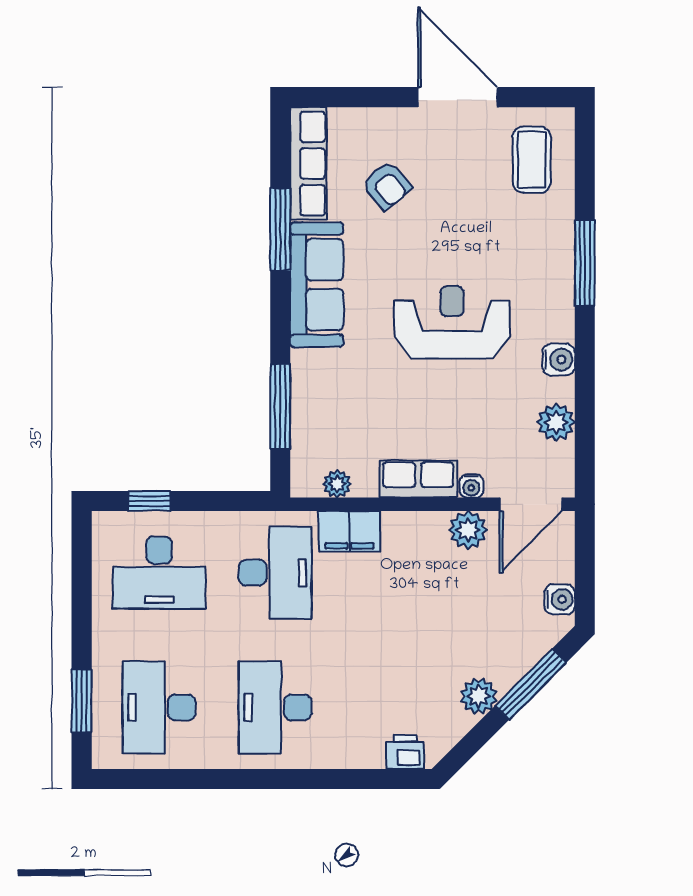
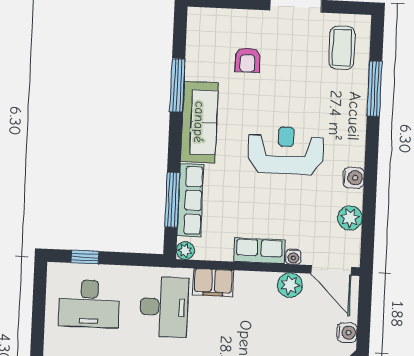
row of seats: (308, 164) -> (190, 200), moved
armchair: (387, 185) -> (248, 60), turned 40
window: (585, 263) -> (374, 89), moved
plant: (337, 484) -> (185, 250), moved
door: (531, 504) -> (331, 270), hinge flipped

